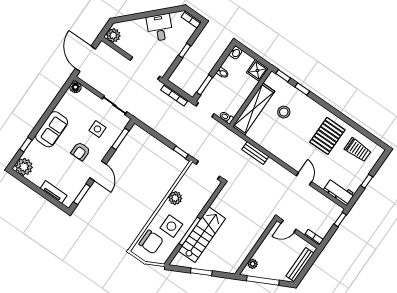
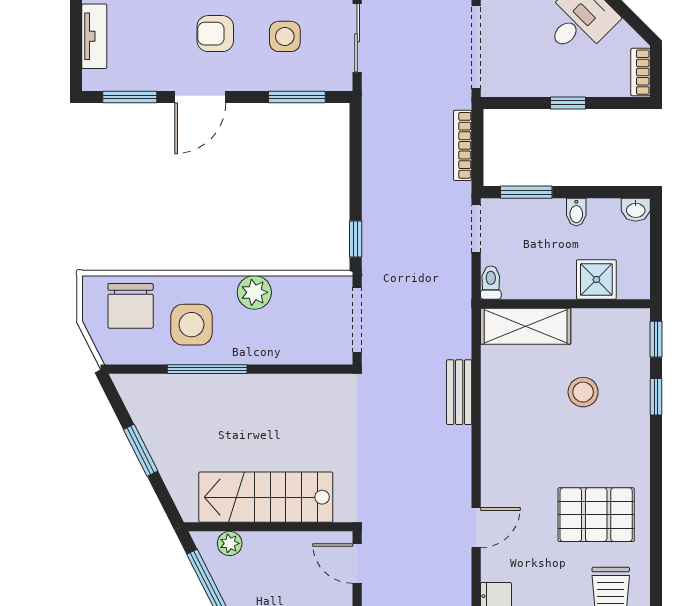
shower: (257, 71) -> (596, 279), moved
shelving: (254, 109) -> (526, 326), width x0.68
stairs: (202, 235) -> (266, 497), moved, turned 180

